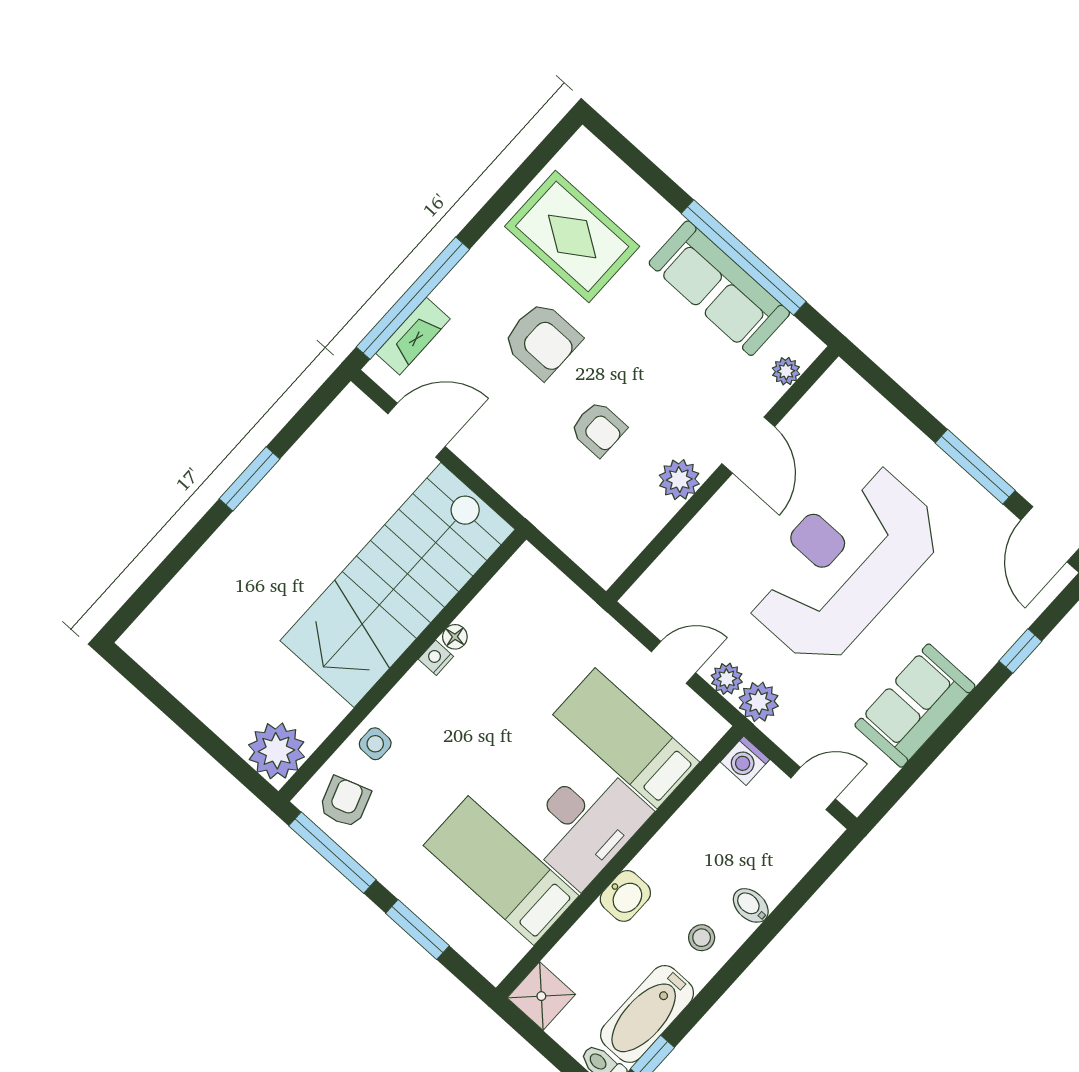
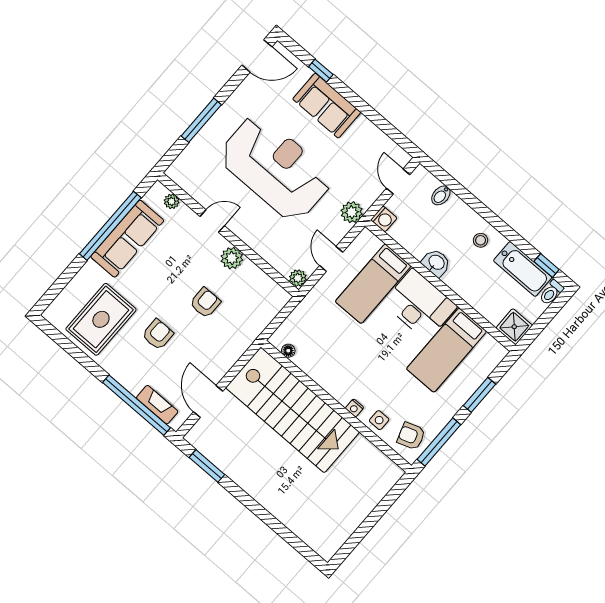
armchair: (542, 340) -> (158, 334), width x0.72, depth x0.72
door: (748, 445) -> (212, 221), width x0.73
window: (975, 467) -> (201, 120), moved
window: (249, 479) -> (207, 466), moved
reception desk: (843, 564) -> (276, 168), turned 180
floor lamp: (455, 637) -> (288, 351), moved
nightstand: (436, 658) -> (355, 408), moved
plant: (727, 679) -> (298, 278), moved
sofa: (915, 706) -> (327, 106), moved
plant: (276, 751) -> (384, 474), removed
washbasin: (625, 896) -> (436, 263), moved
bidet: (751, 905) -> (441, 195), moved

